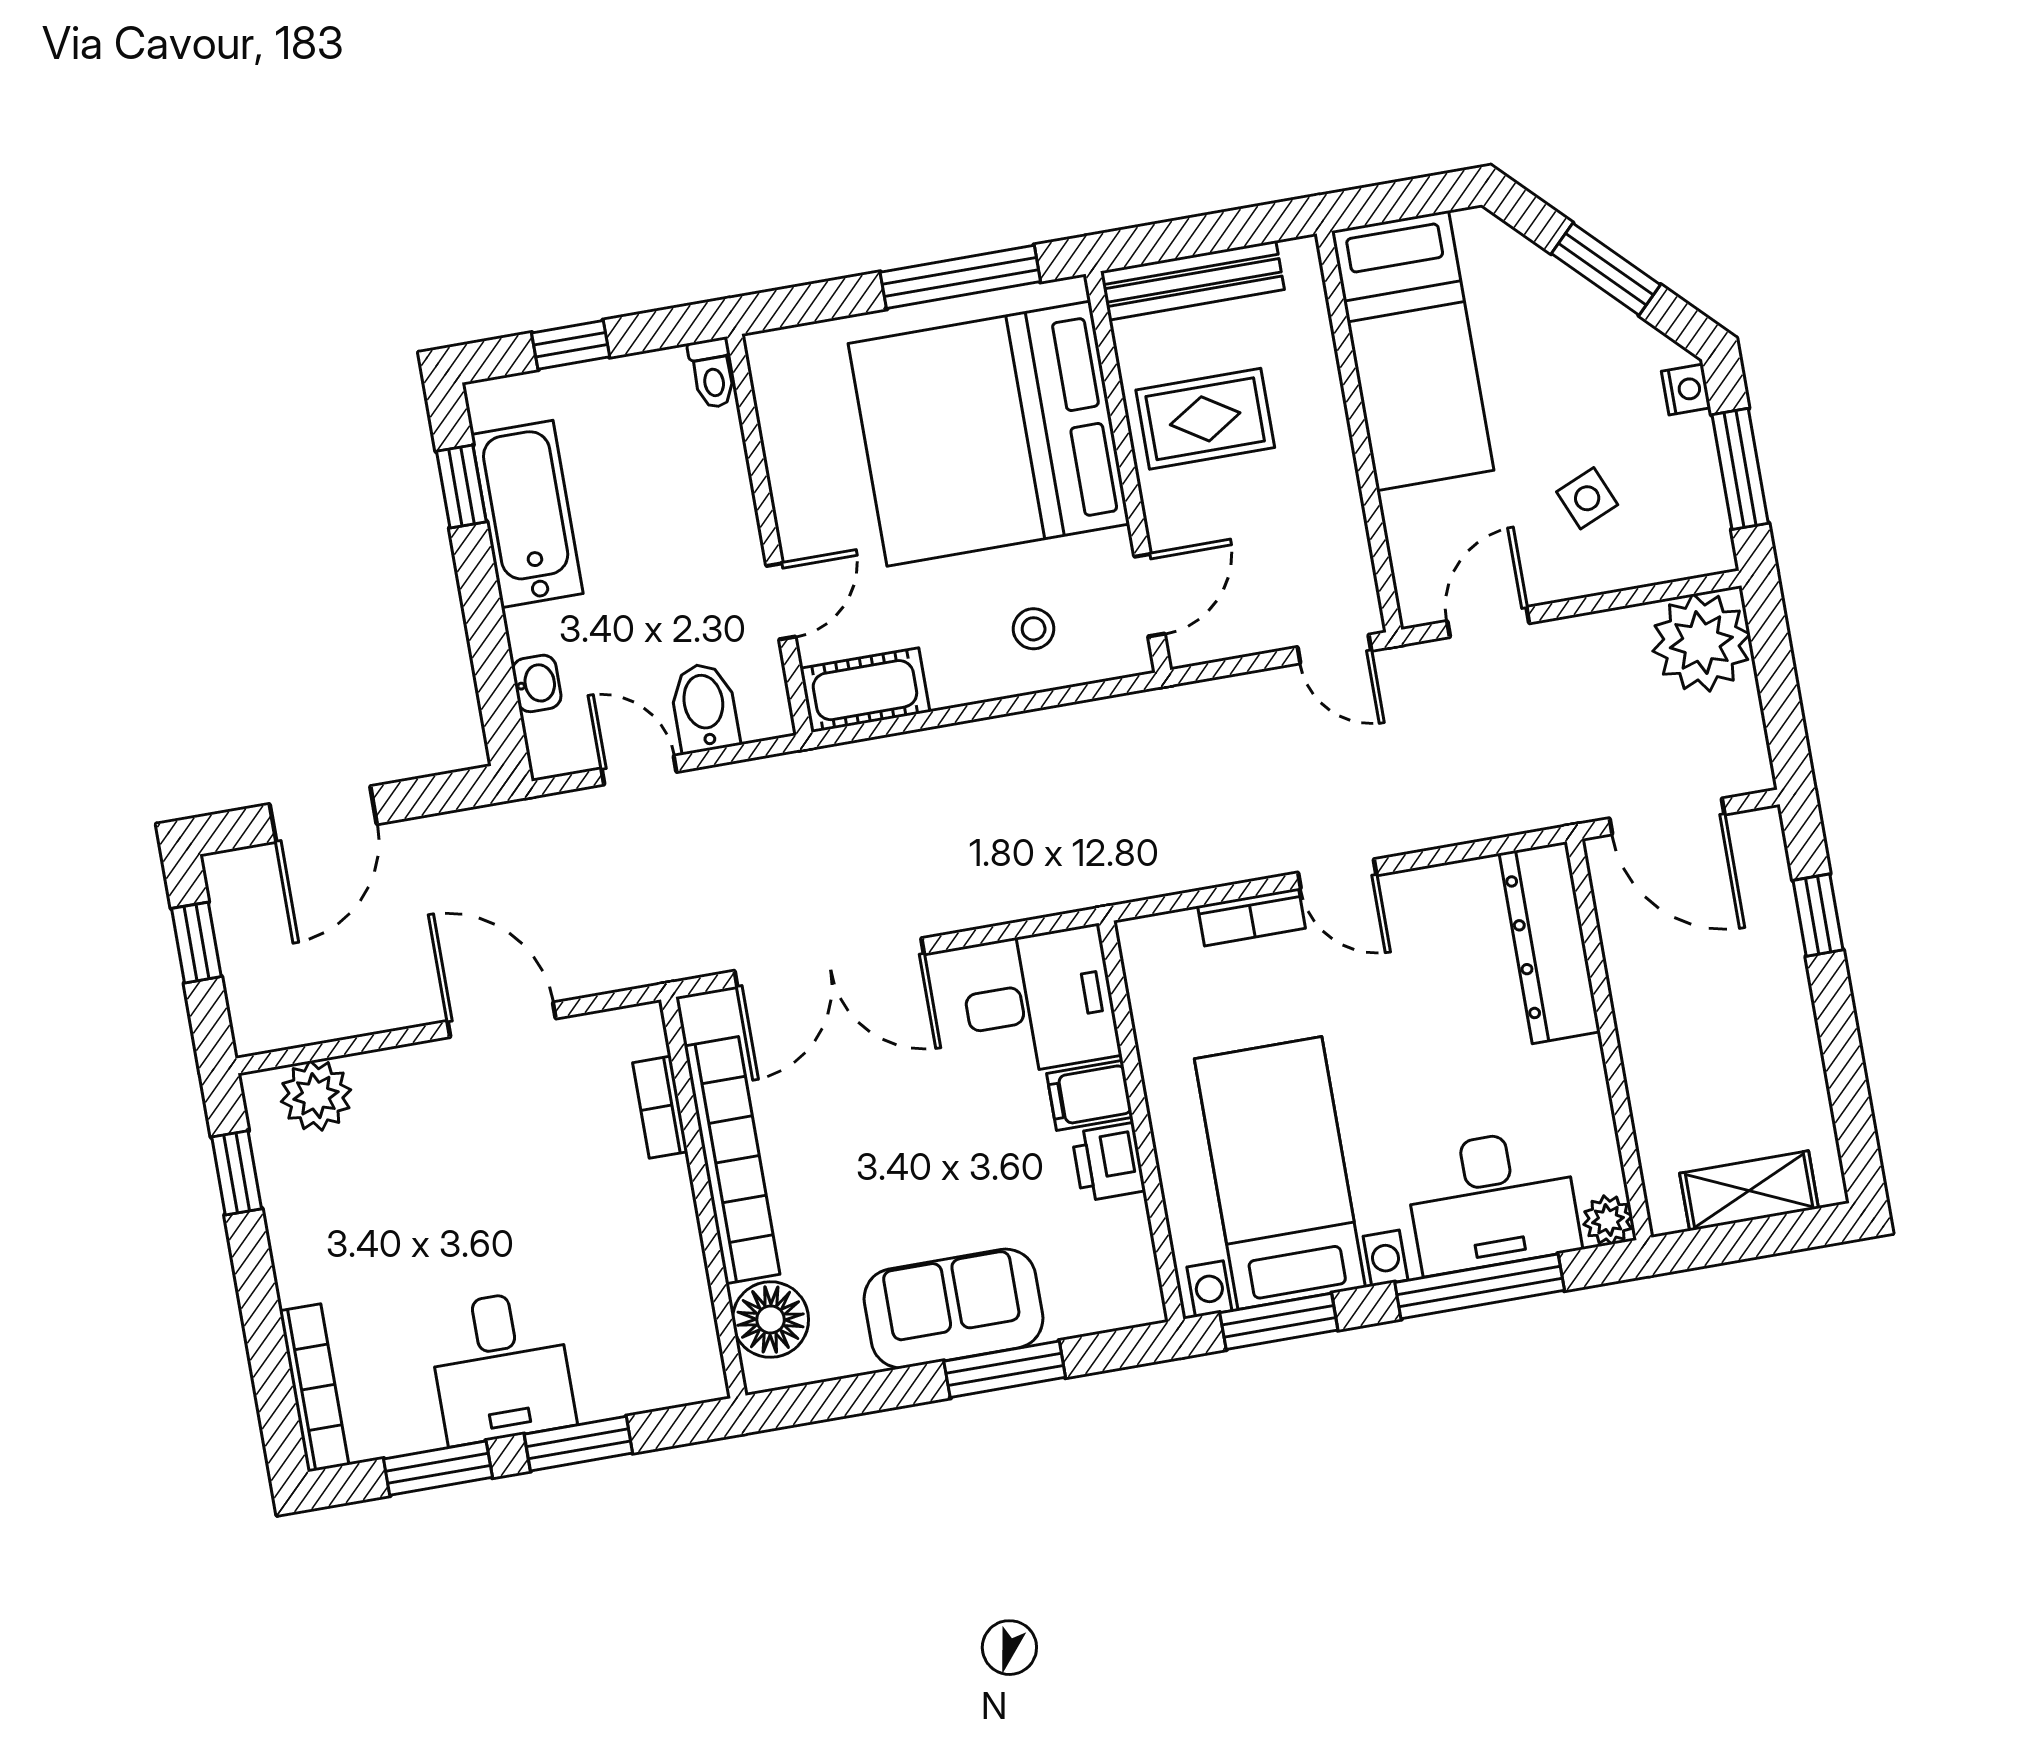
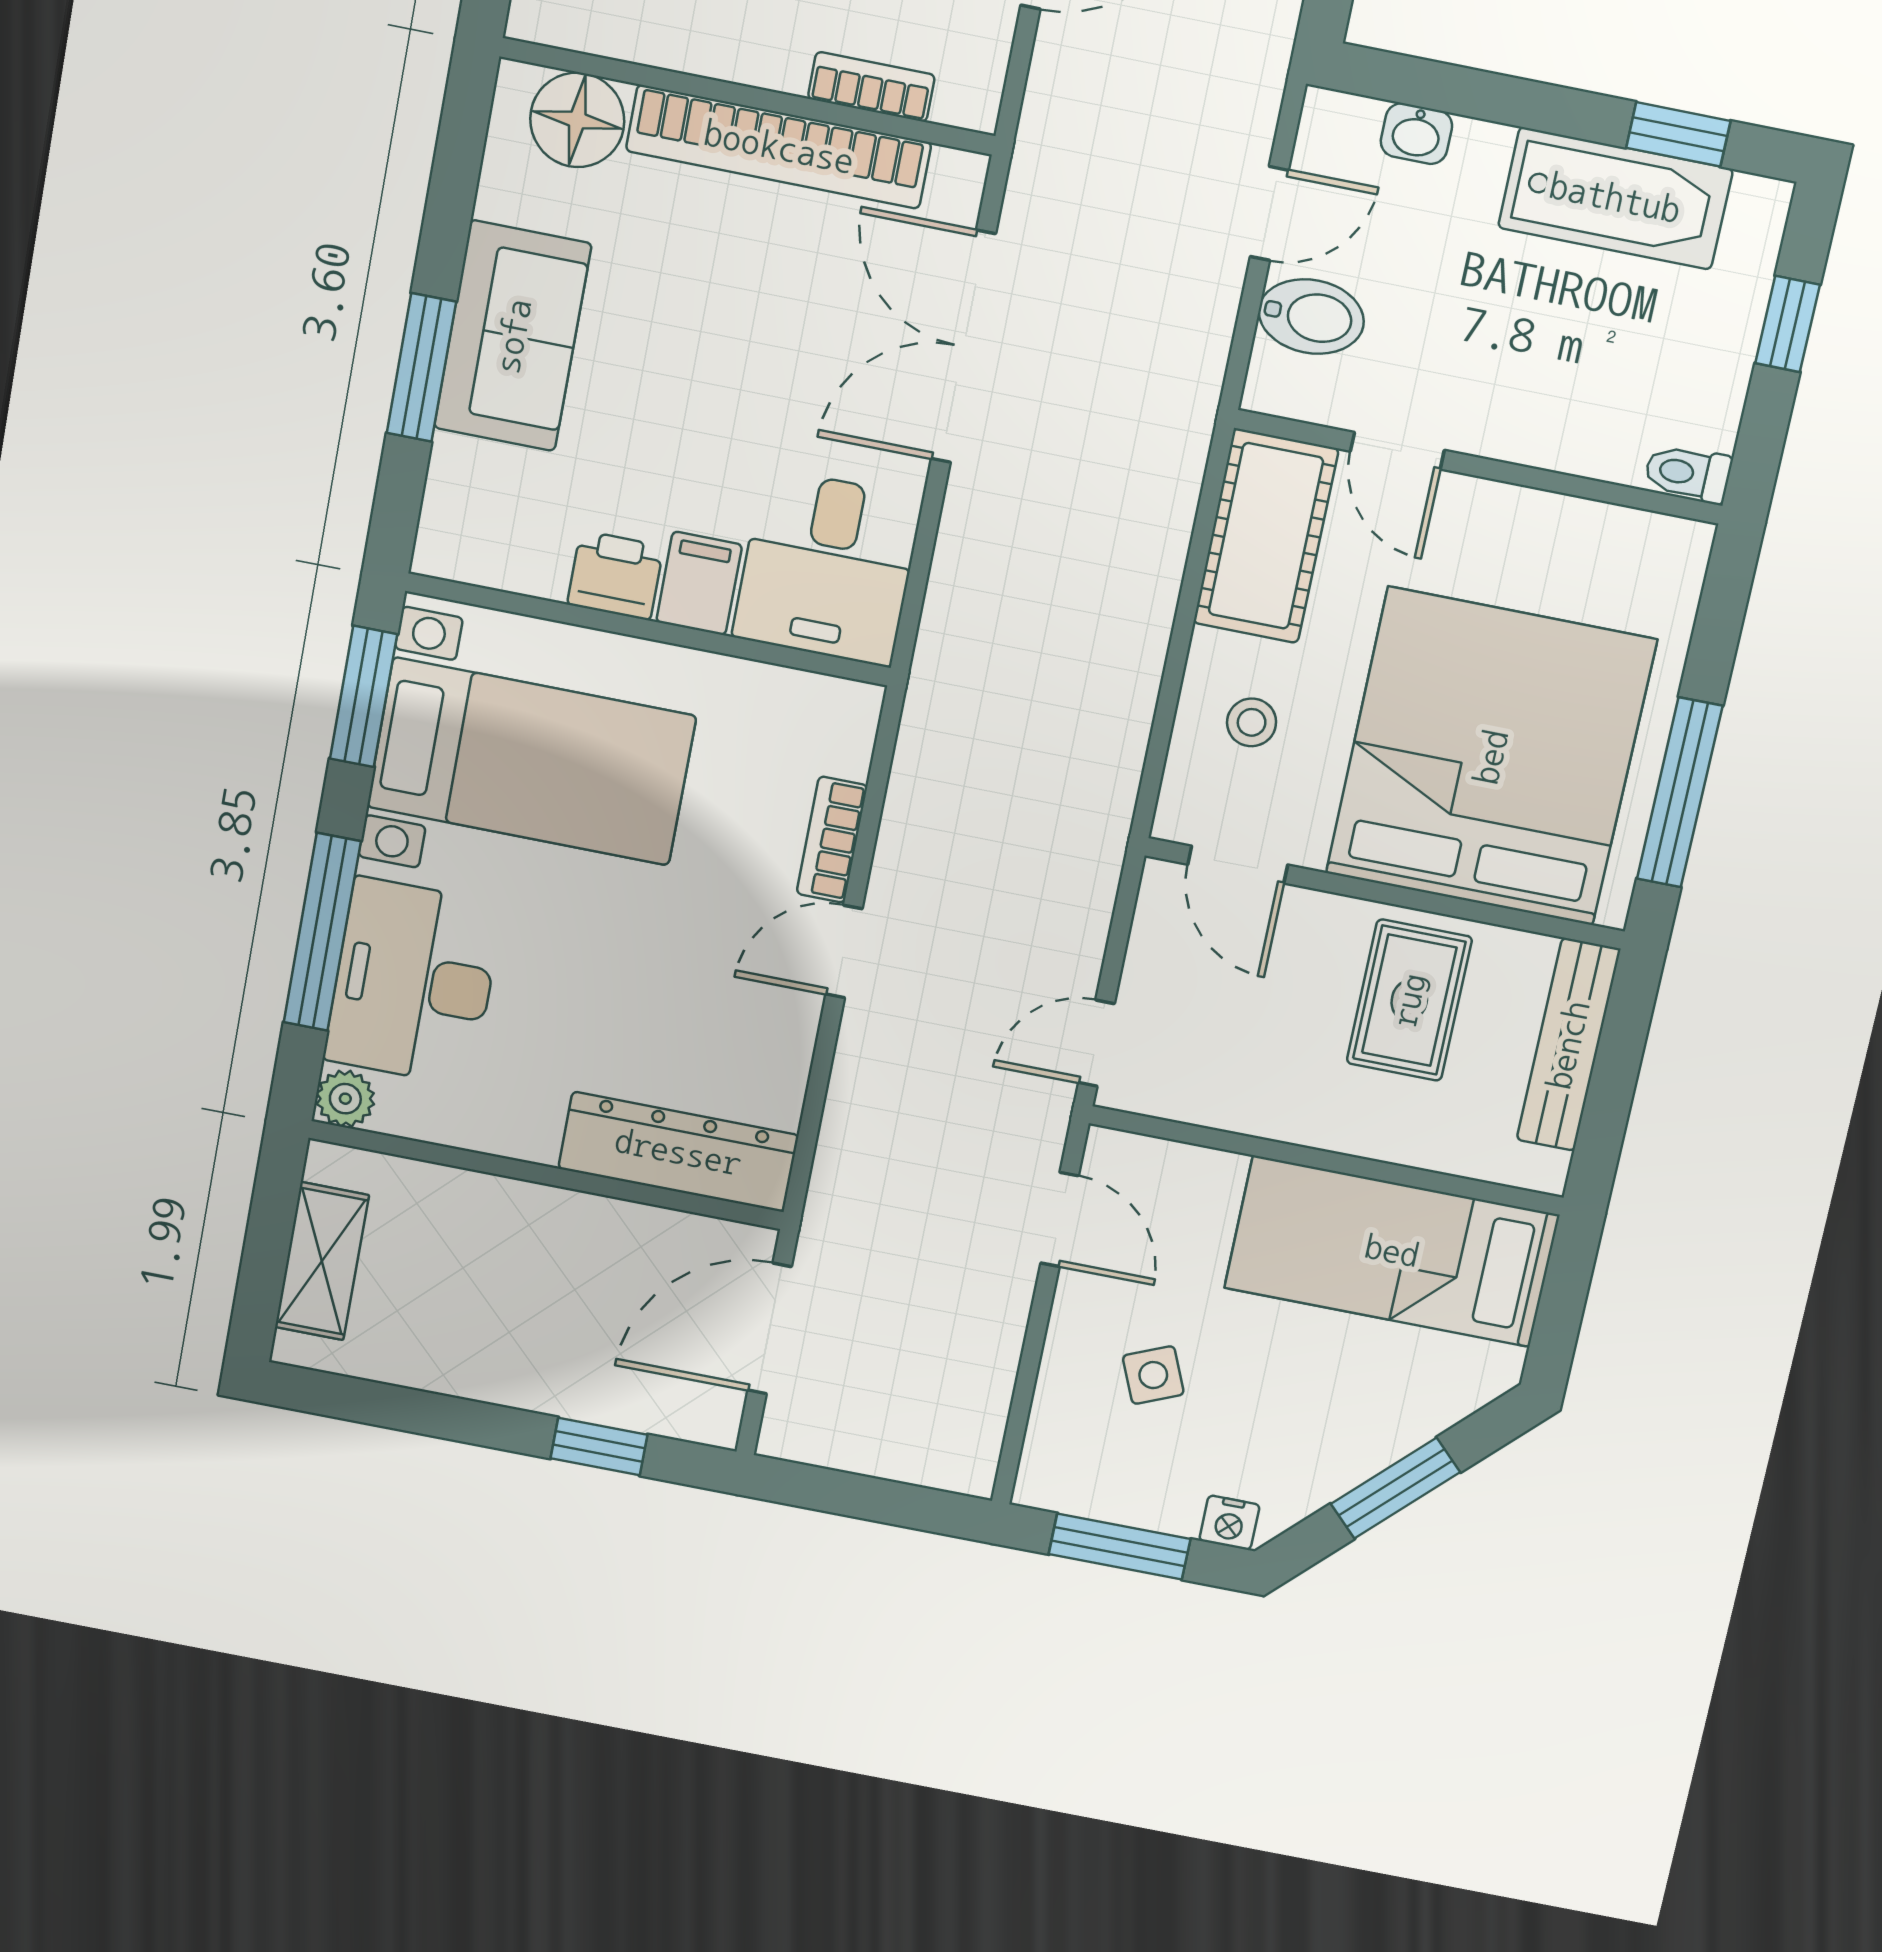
plant: (1701, 643) -> (946, 1436), removed
cot: (865, 690) -> (1266, 536), width x1.37, depth x1.34

